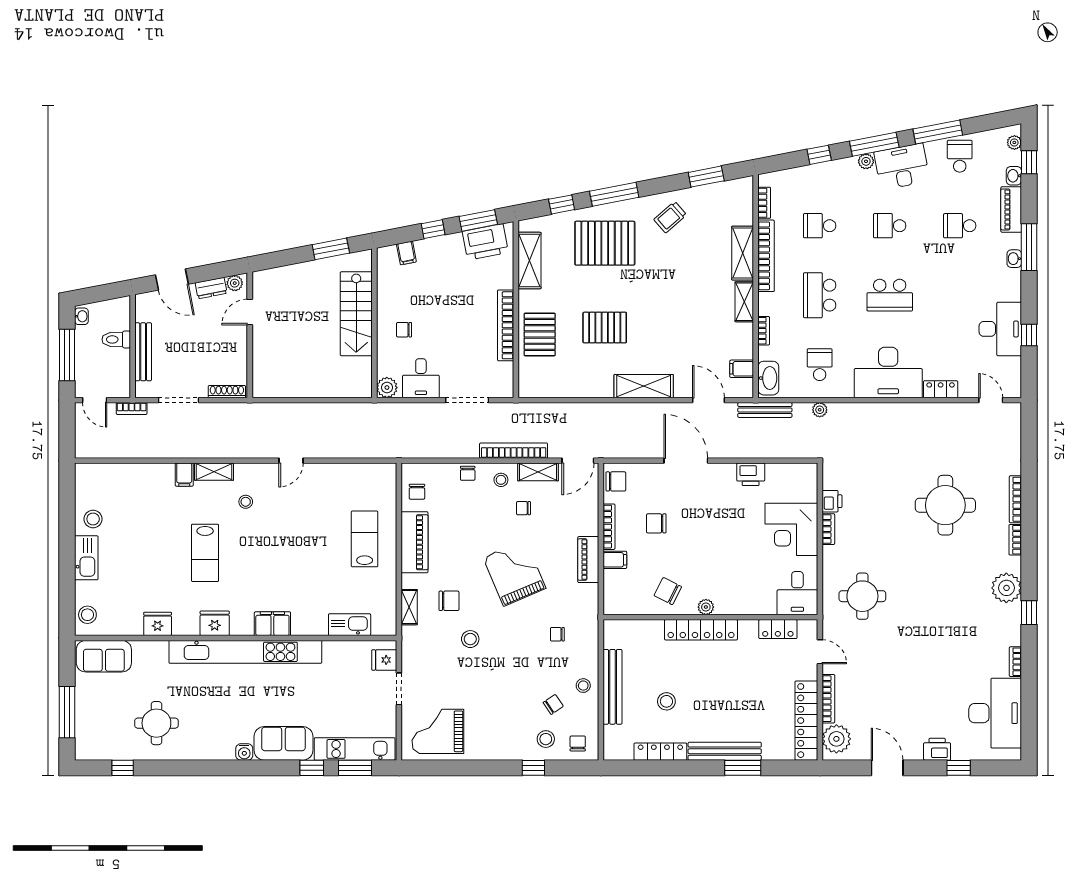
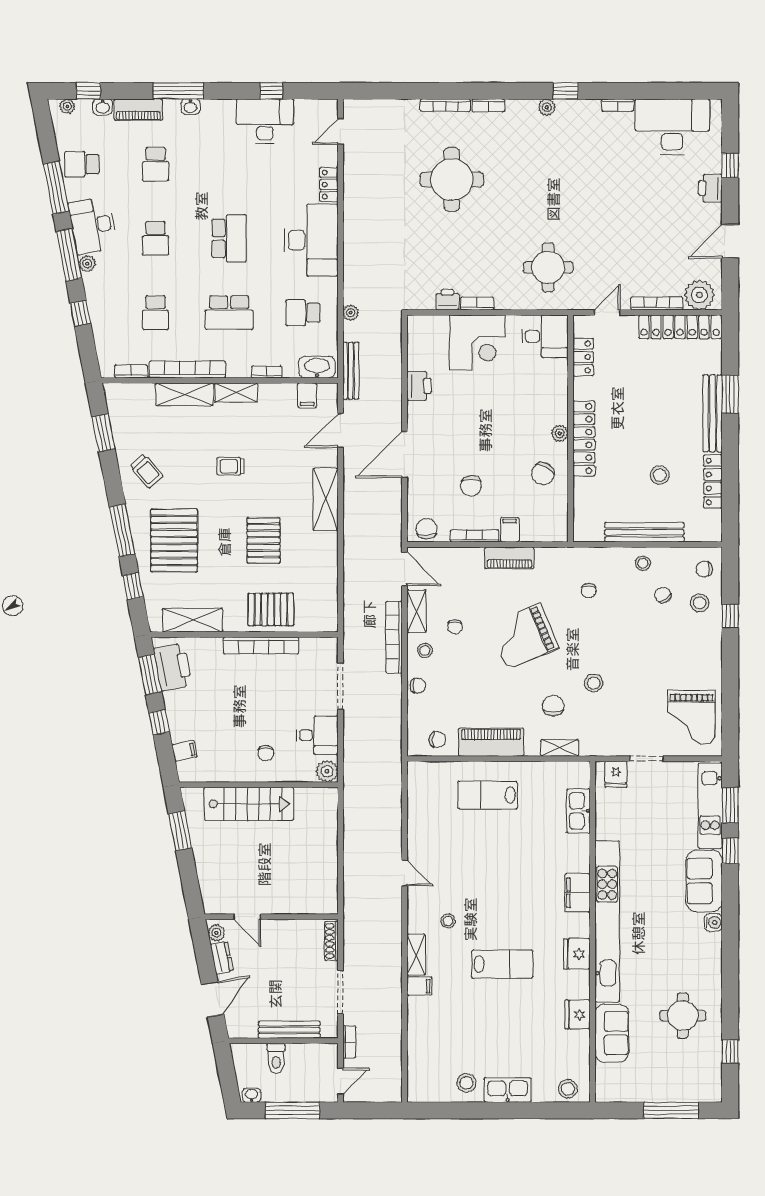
trolley: (675, 297) -> (231, 466), added
plant: (1006, 588) -> (547, 107), width x0.53, depth x0.53
sofa: (104, 656) -> (612, 1033), moved

